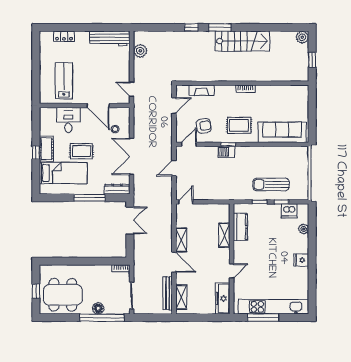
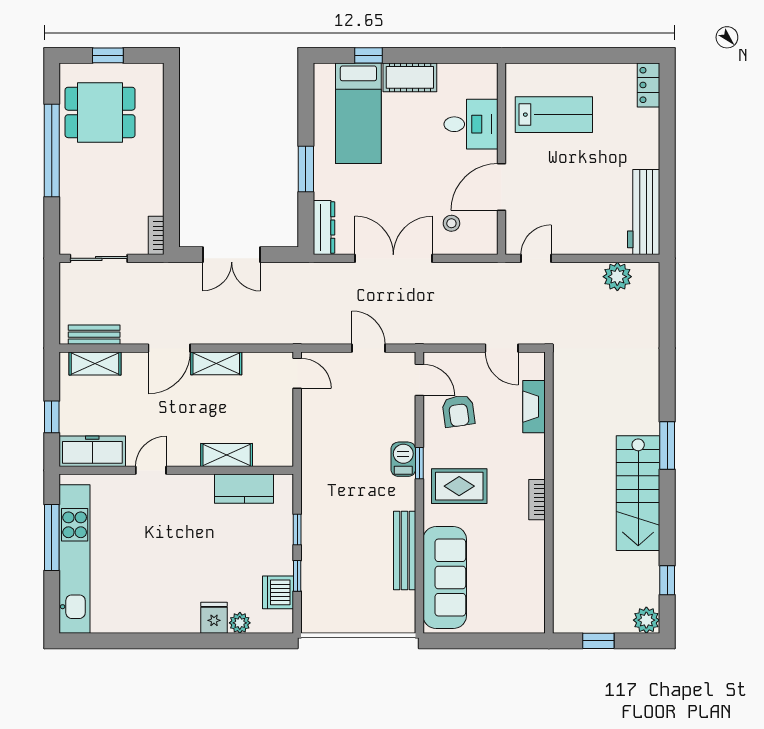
window: (191, 27) -> (667, 580), moved
locker: (64, 36) -> (649, 85), moved
rug: (239, 125) -> (459, 486), turned 90
rug: (82, 151) -> (405, 152), removed
bench: (269, 151) -> (405, 550), added
window: (36, 153) -> (368, 55), moved
sun lounger: (271, 184) -> (334, 554), removed
window: (90, 198) -> (306, 169), width x0.69
double door: (130, 220) -> (232, 255), moved
fridge: (301, 260) -> (214, 618), moved
door: (232, 271) -> (151, 470), swing flipped
bench: (168, 293) -> (94, 335), width x0.73
dining table: (63, 295) -> (100, 112), width x0.73
floor lamp: (98, 308) -> (71, 187), removed
window: (102, 318) -> (52, 151), moved
window: (206, 318) -> (52, 417), added

